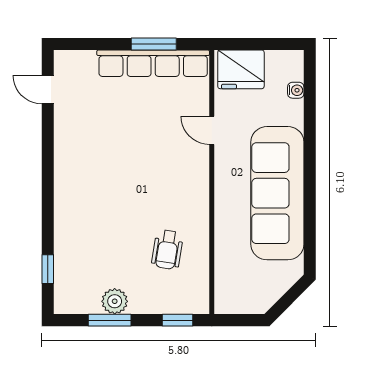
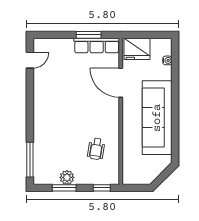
row of seats: (153, 63) -> (97, 45), width x0.73
door: (48, 90) -> (30, 60), swing flipped
door: (212, 130) -> (121, 83), width x1.88
window: (48, 269) -> (30, 160), width x2.17

